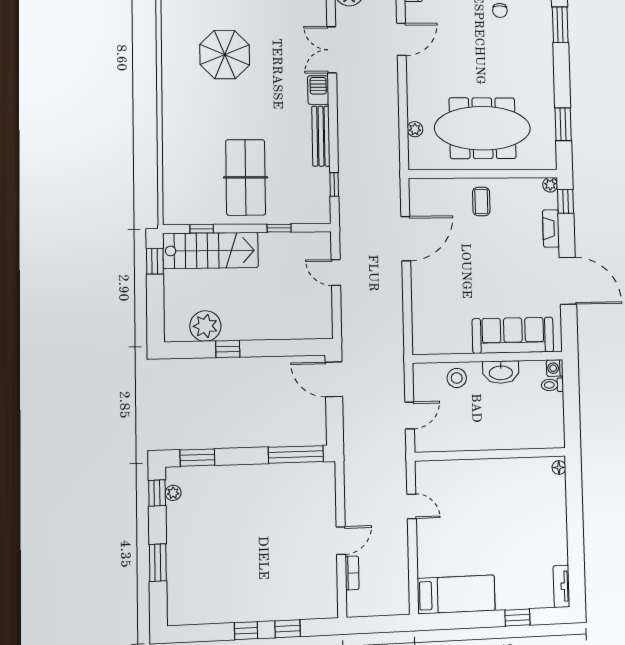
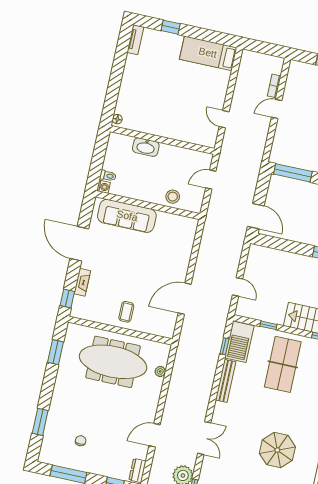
barbecue: (318, 90) -> (239, 342), moved, width x1.88, depth x1.53
plant: (550, 185) -> (75, 312), removed
washbasin: (501, 372) -> (146, 147), moved, turned 180

